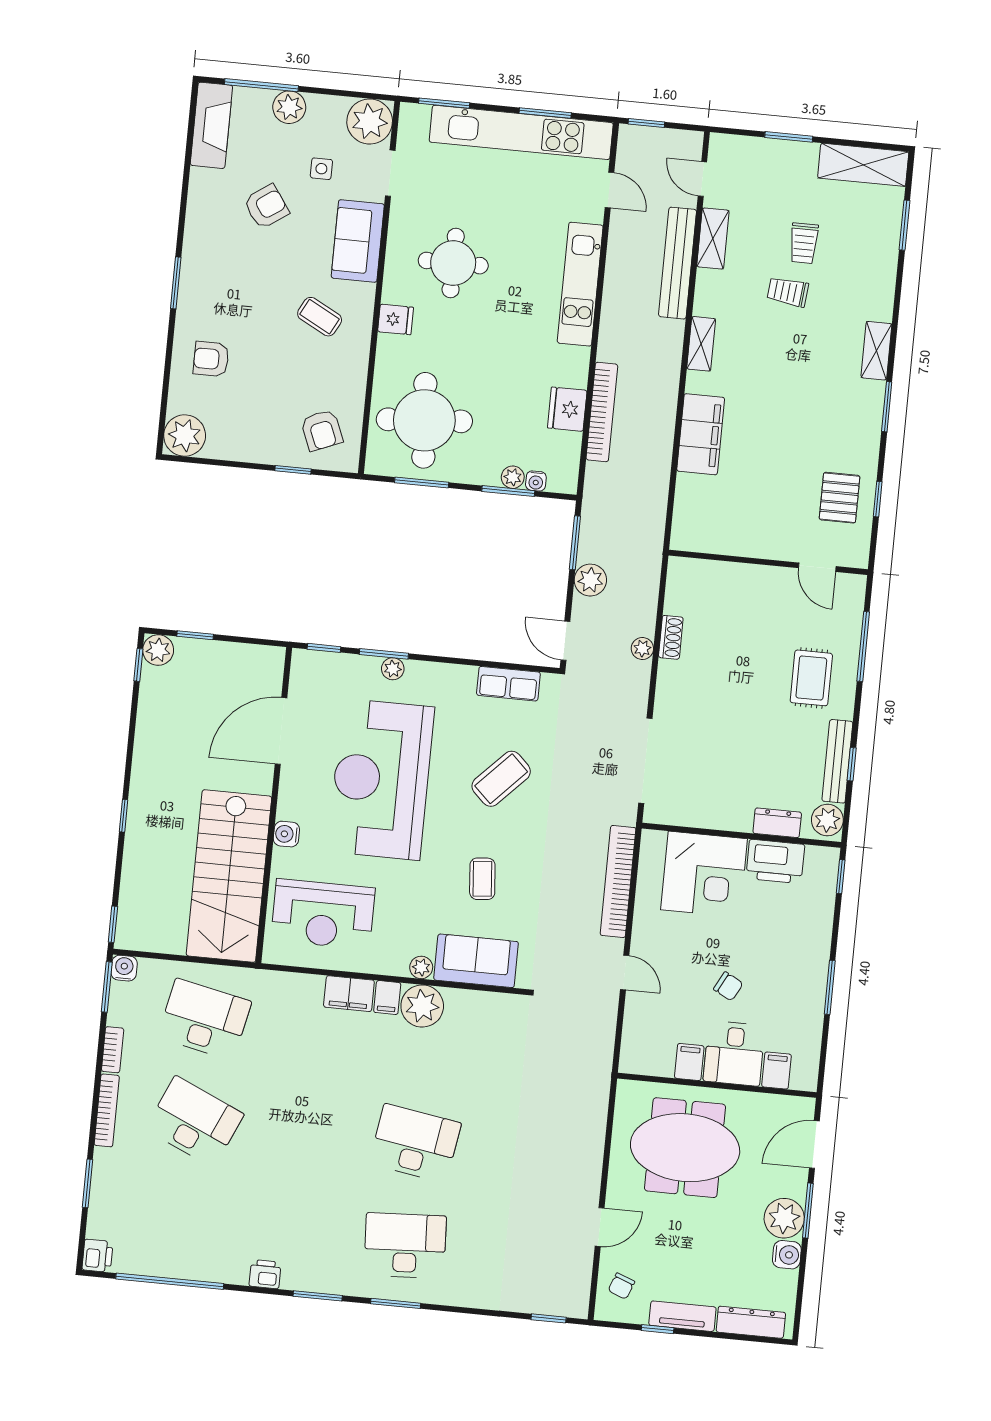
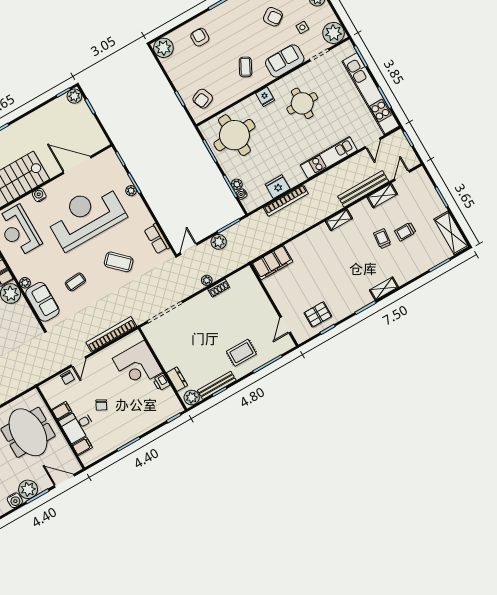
filing cabinet: (701, 434) -> (272, 263), moved
printer: (775, 861) -> (161, 382), width x0.53, depth x0.68
chair: (639, 1011) -> (67, 377), added

